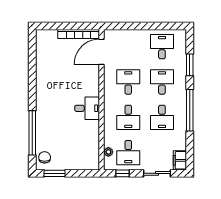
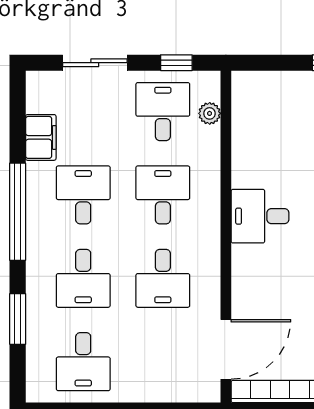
filing cabinet: (180, 160) -> (41, 137), moved

